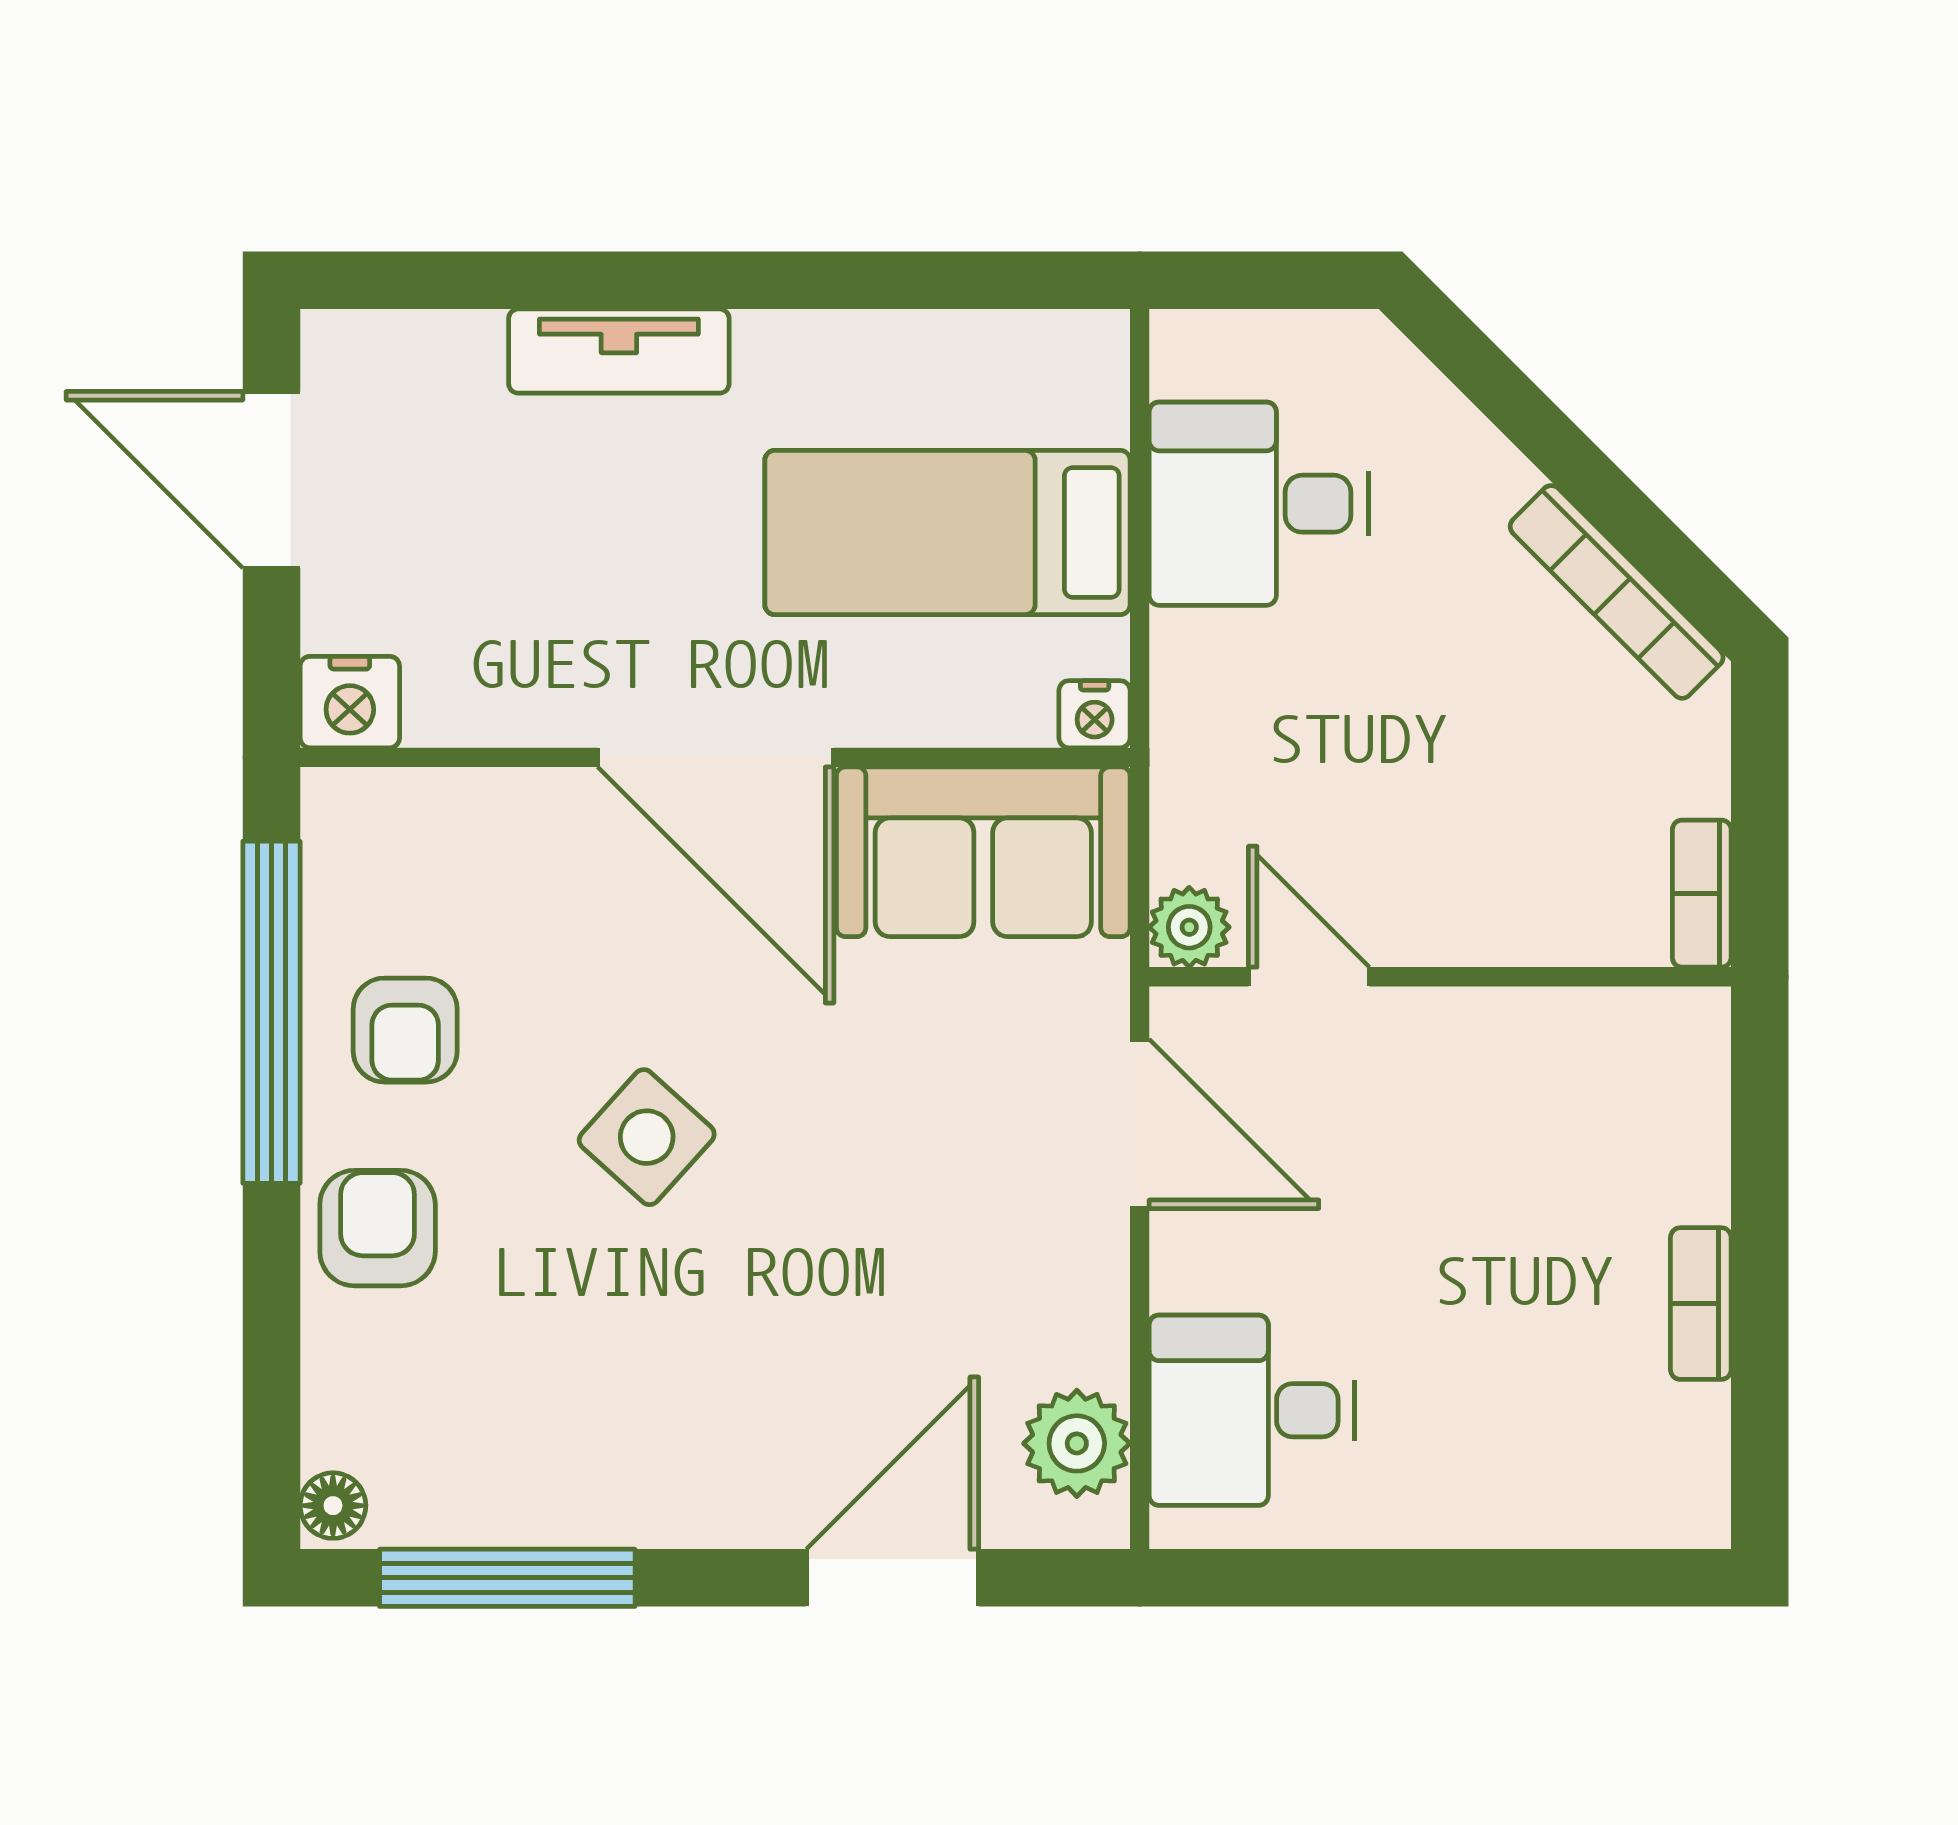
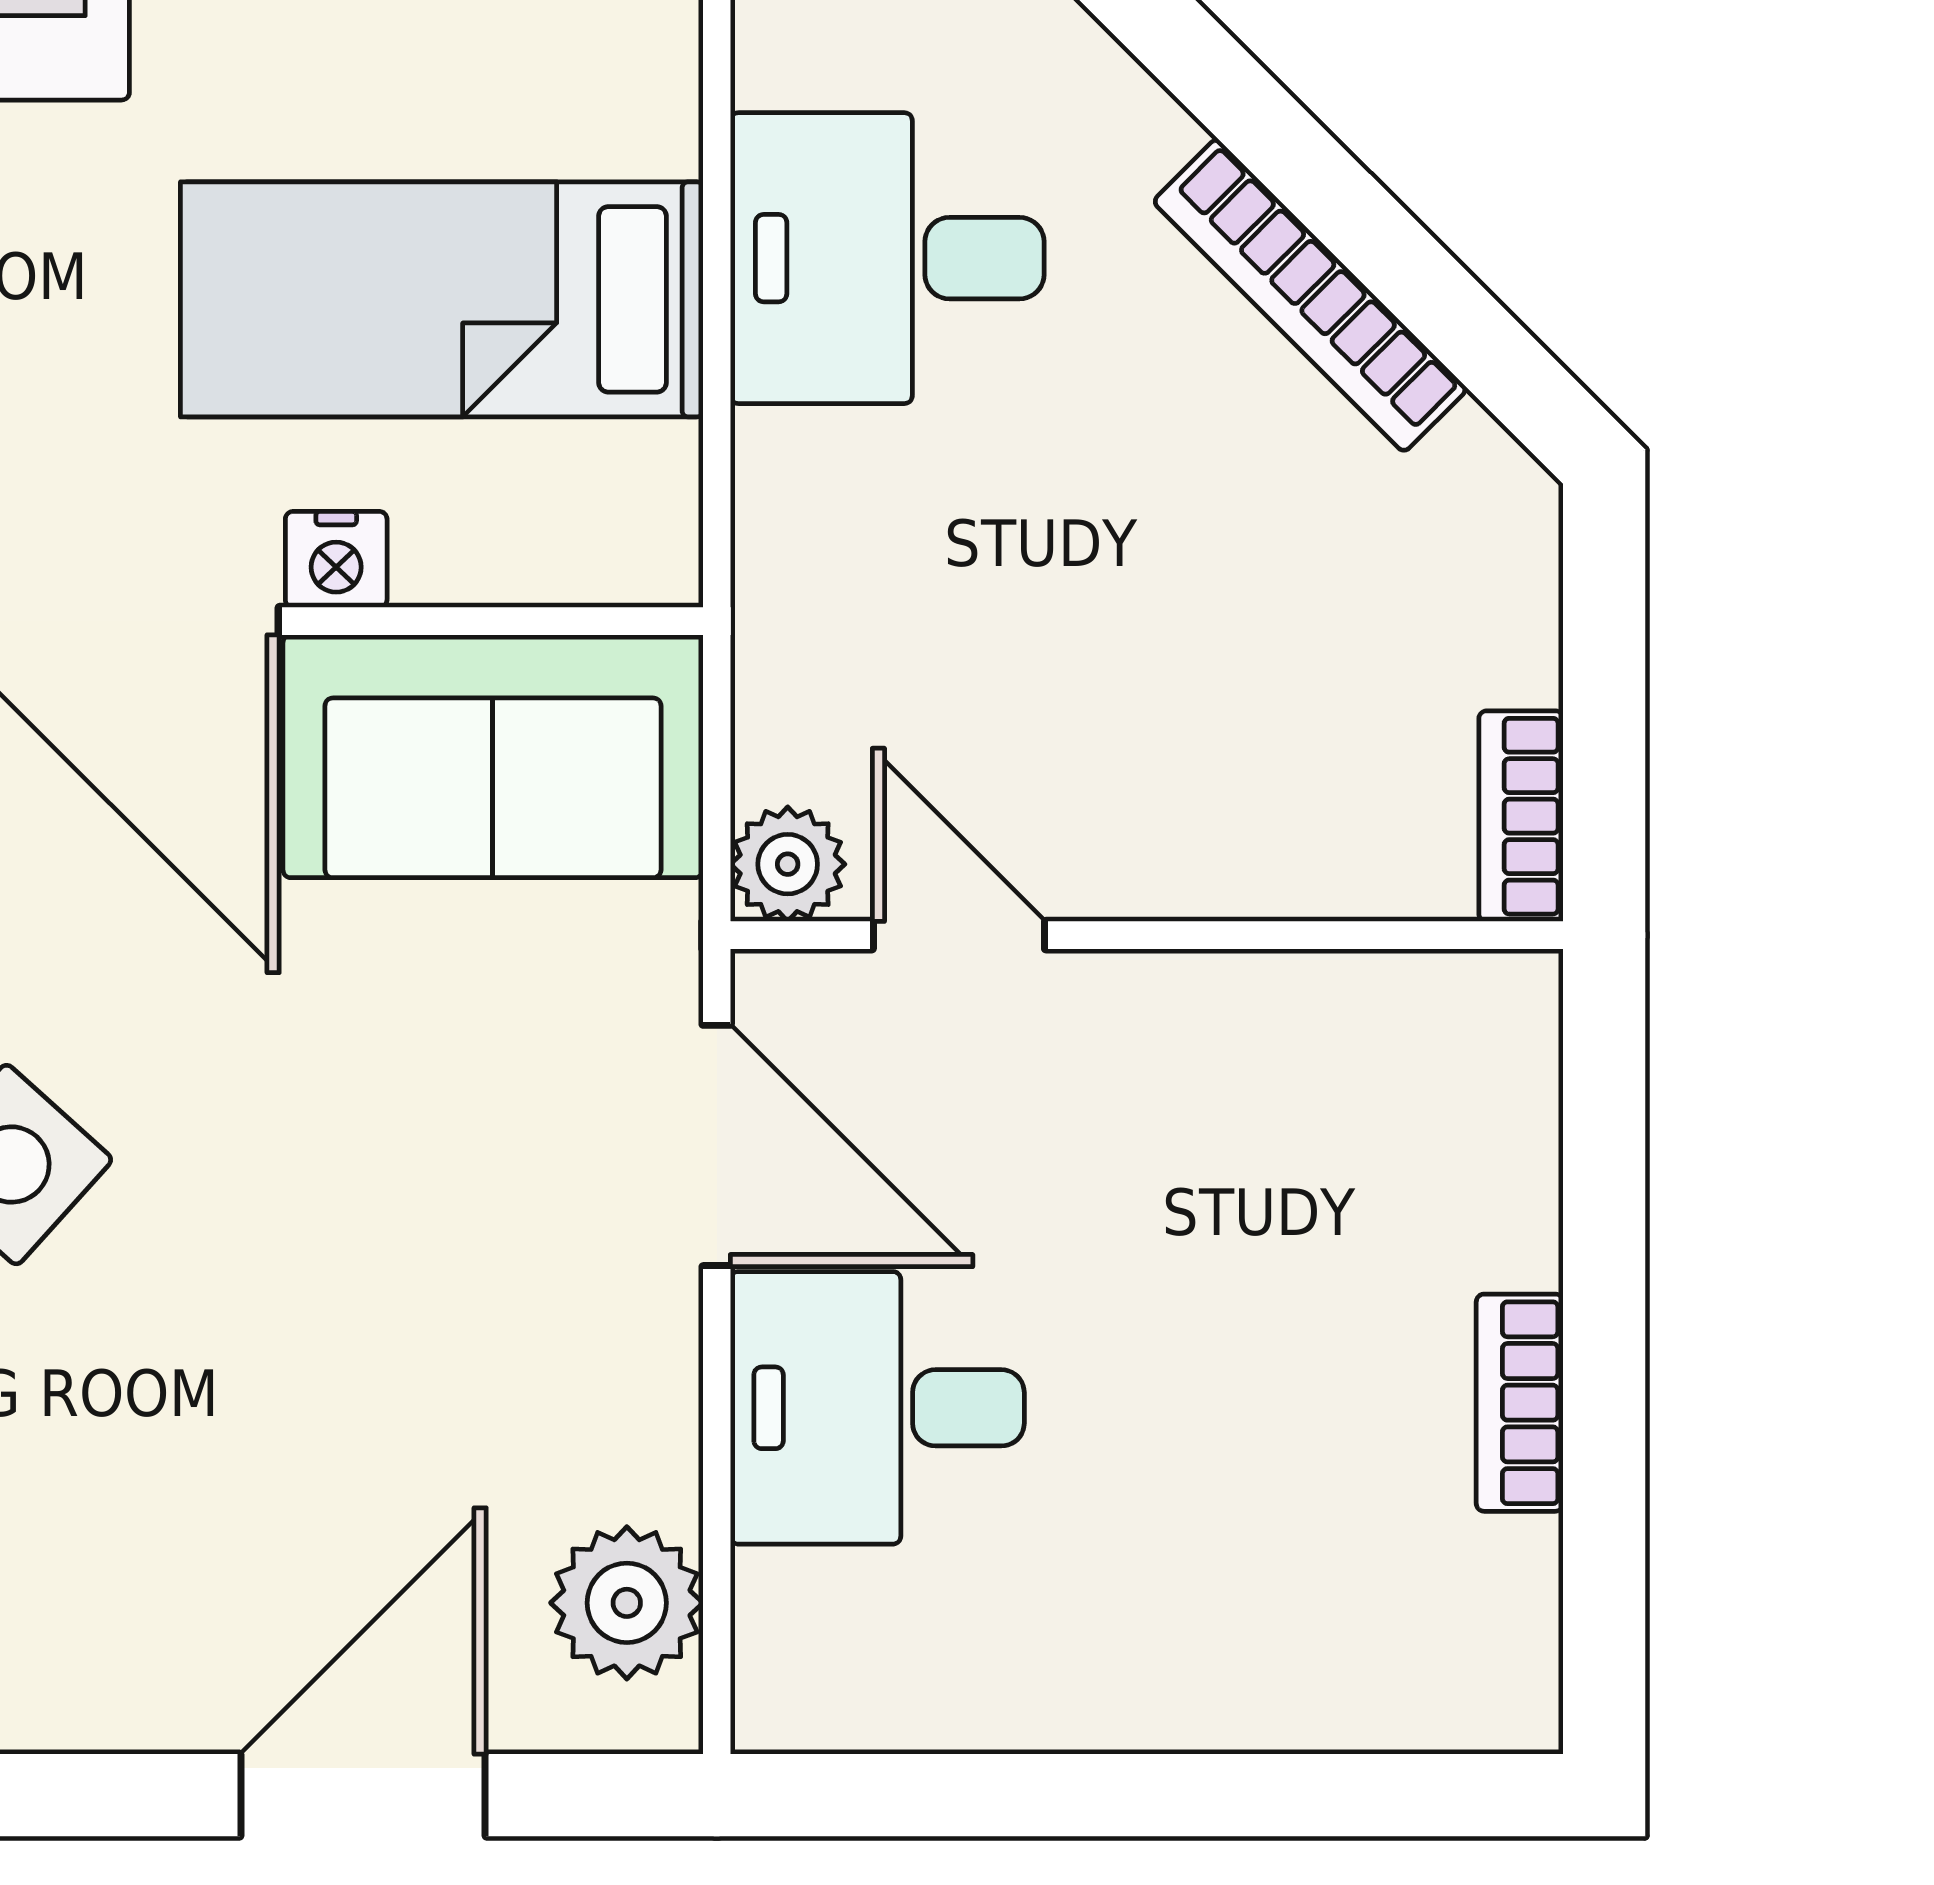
bookcase: (1617, 592) -> (1310, 295), moved
nightstand: (1095, 714) -> (336, 559), moved
desk: (1252, 1410) -> (877, 1408), moved

